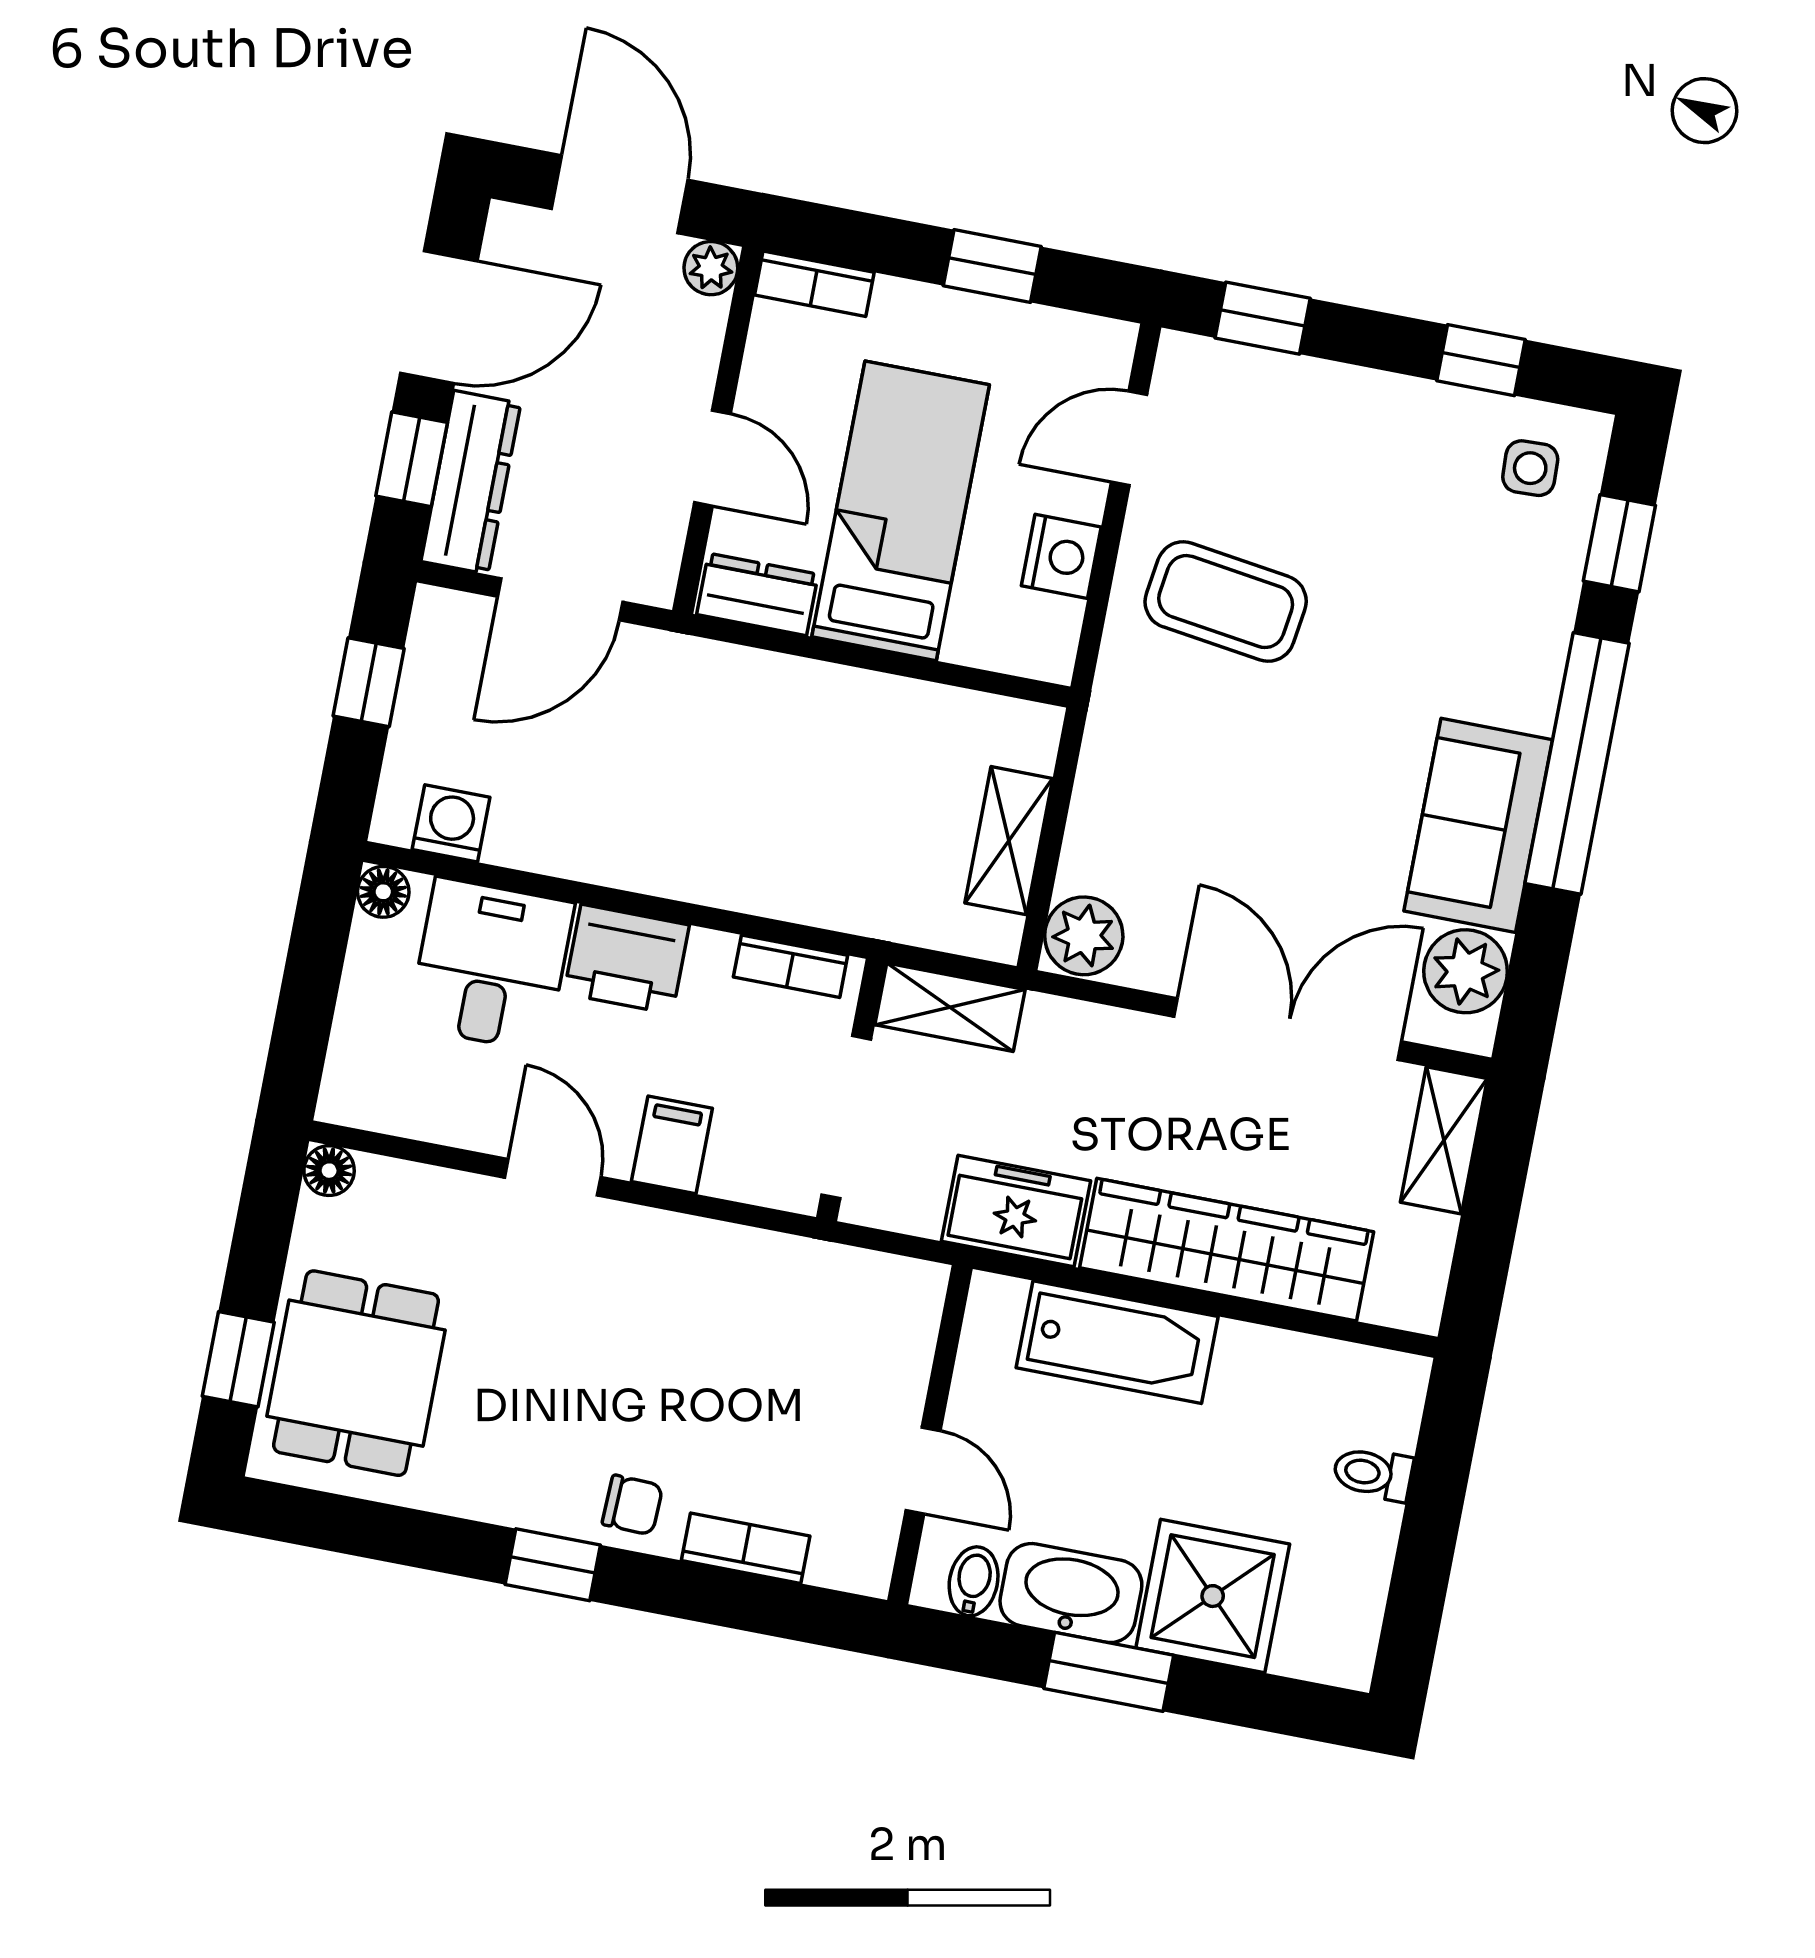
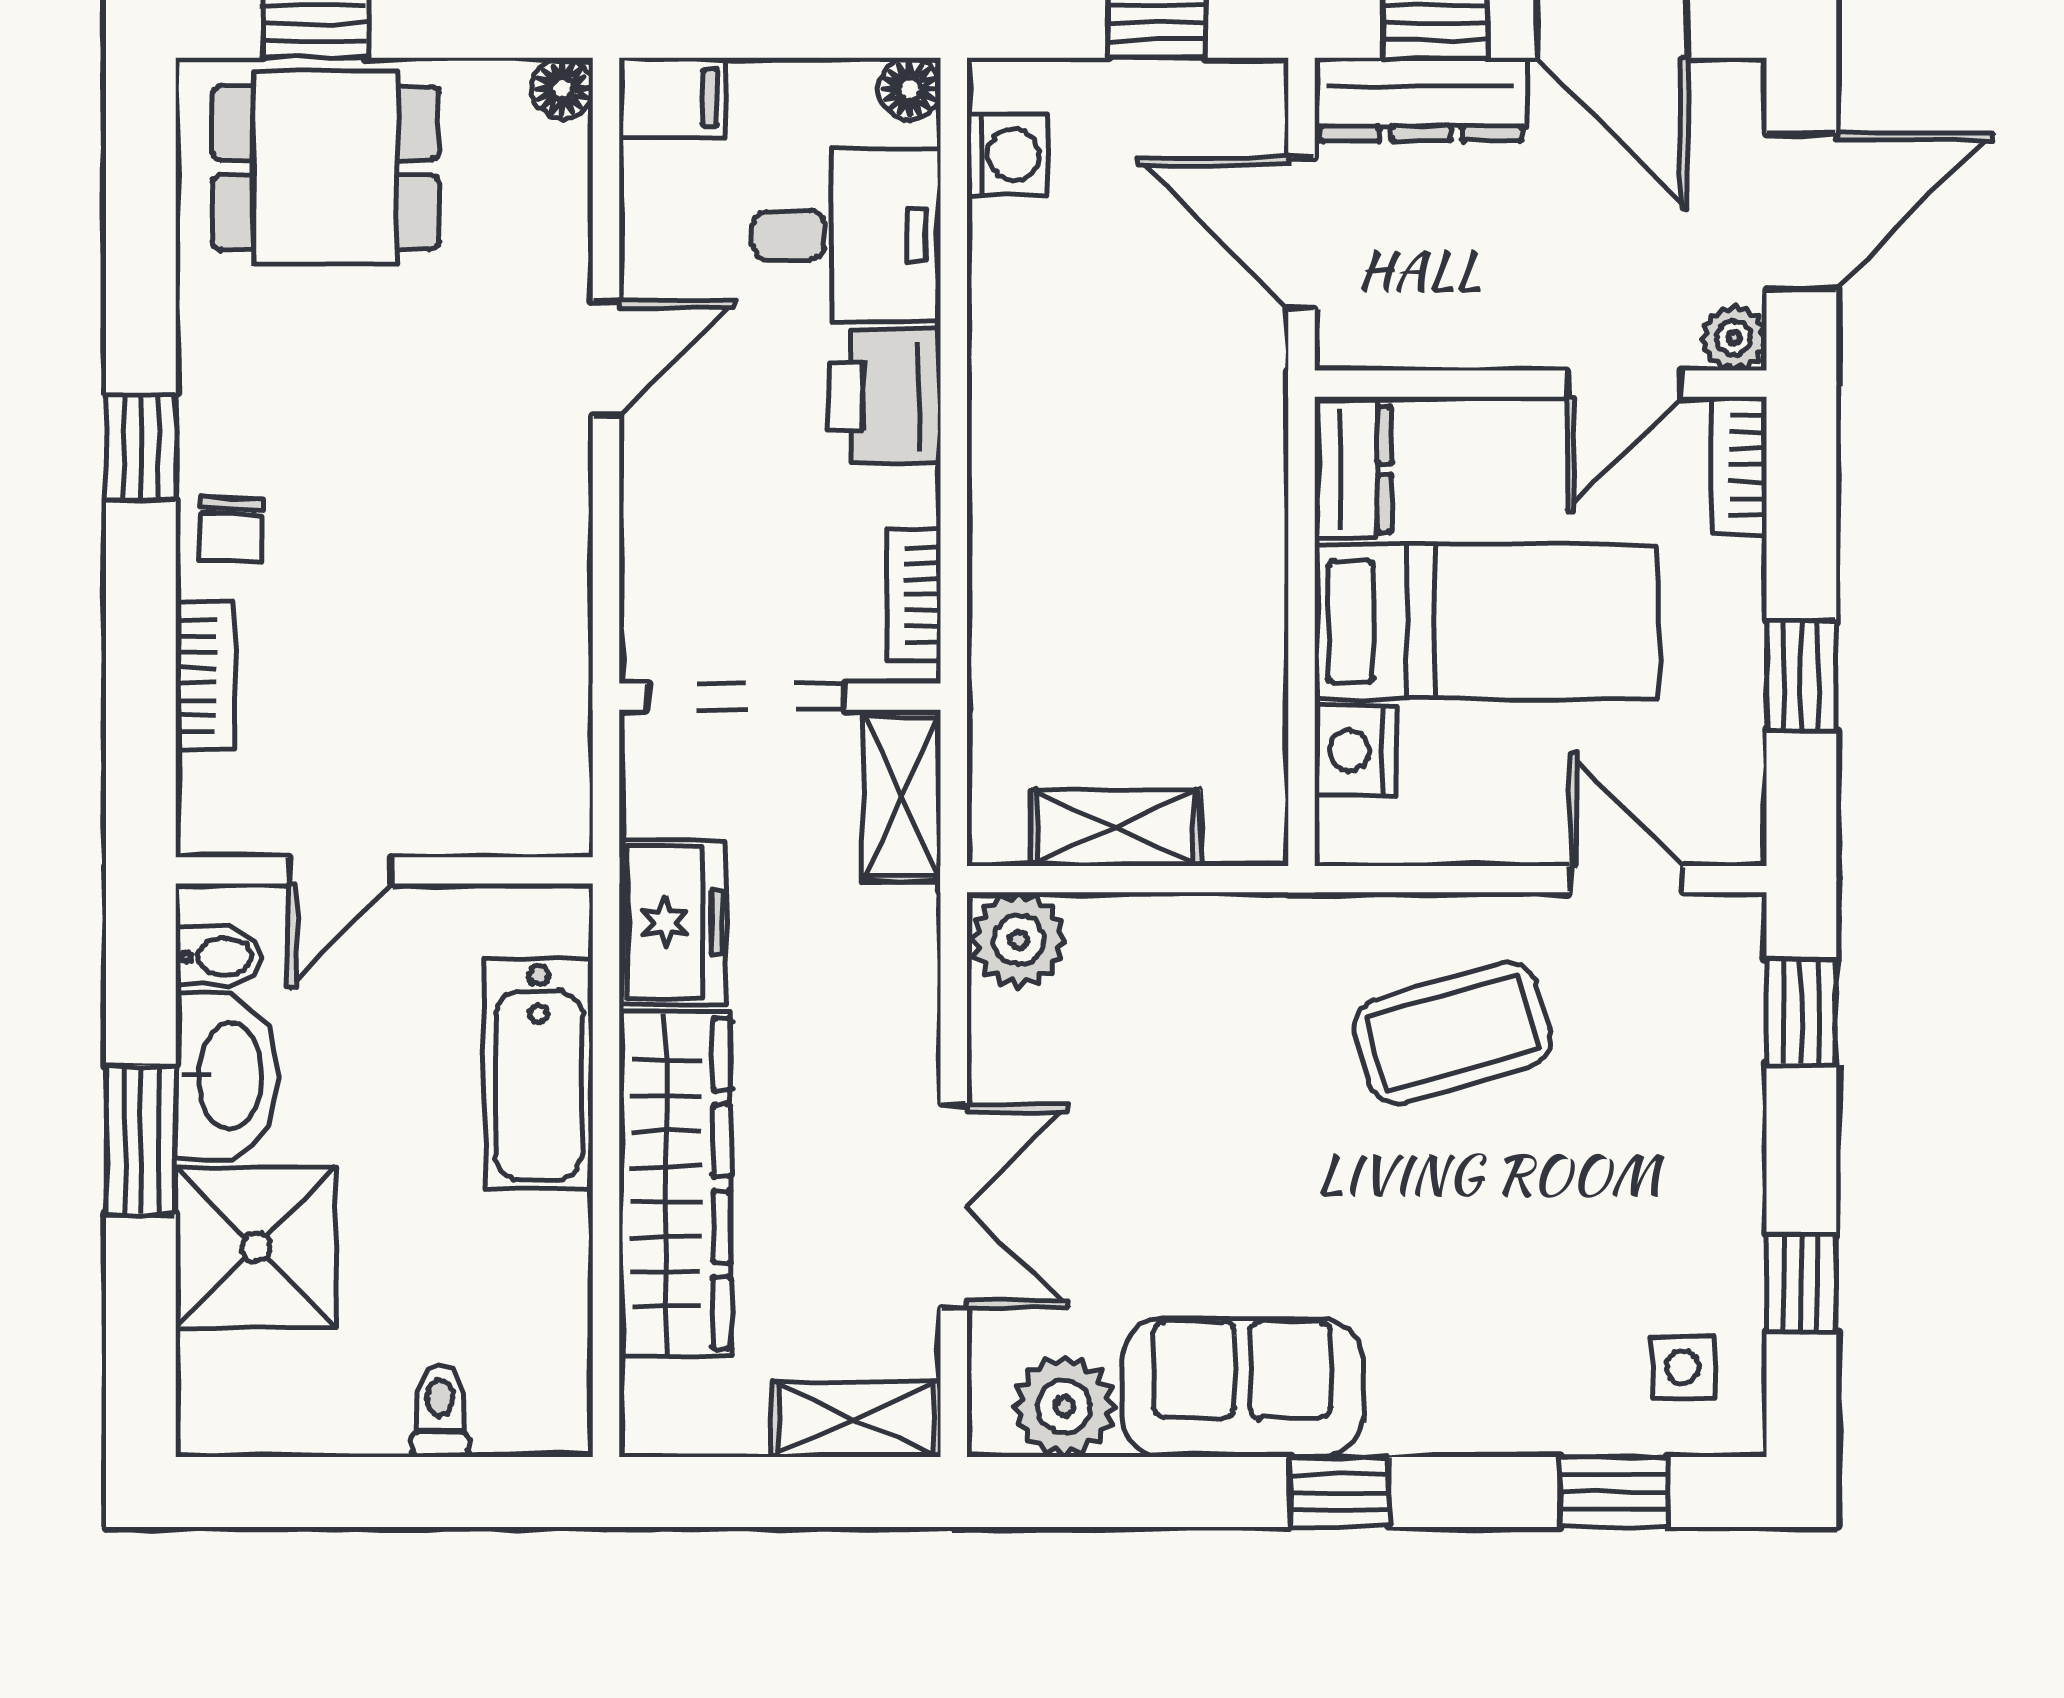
door: (712, 458) -> (1624, 384), moved
nightstand: (1061, 556) -> (1356, 751), moved, turned 90
coffee table: (1226, 602) -> (1453, 1033), turned 66
window: (1577, 763) -> (1340, 1492), width x0.32
double door: (1288, 1029) -> (954, 1206), width x0.73
filing cabinet: (672, 1145) -> (672, 98), moved

